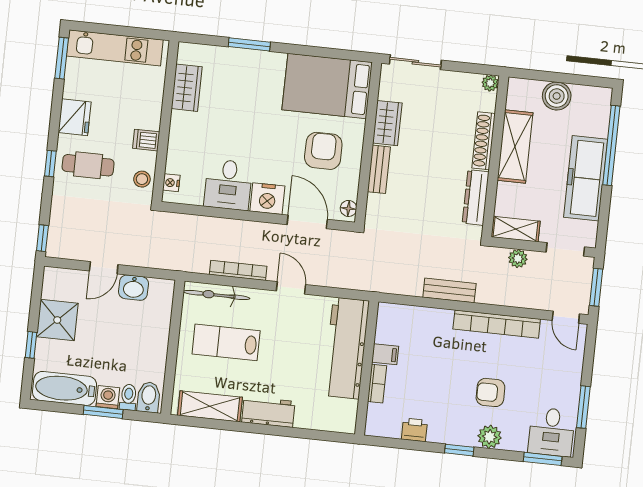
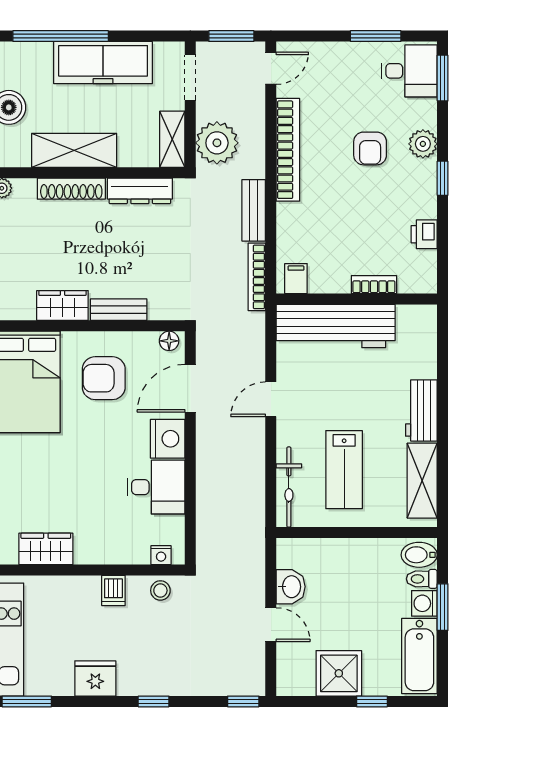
cafe table: (88, 165) -> (151, 656), removed
plant: (518, 258) -> (217, 143), width x1.87, depth x1.87
bookcase: (238, 270) -> (257, 277), moved
filing cabinet: (385, 354) -> (296, 279), moved

